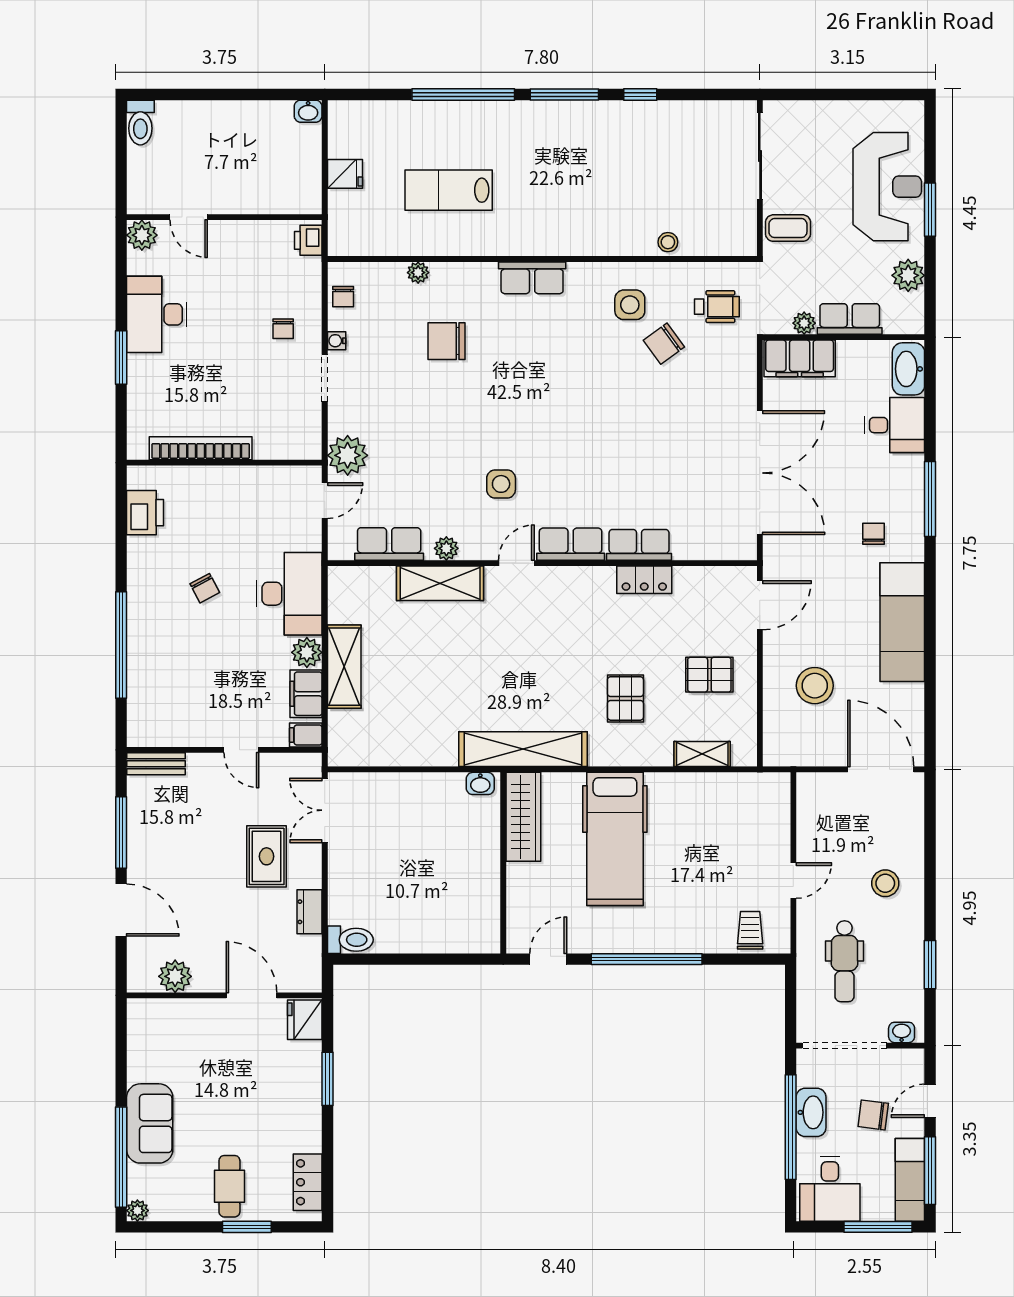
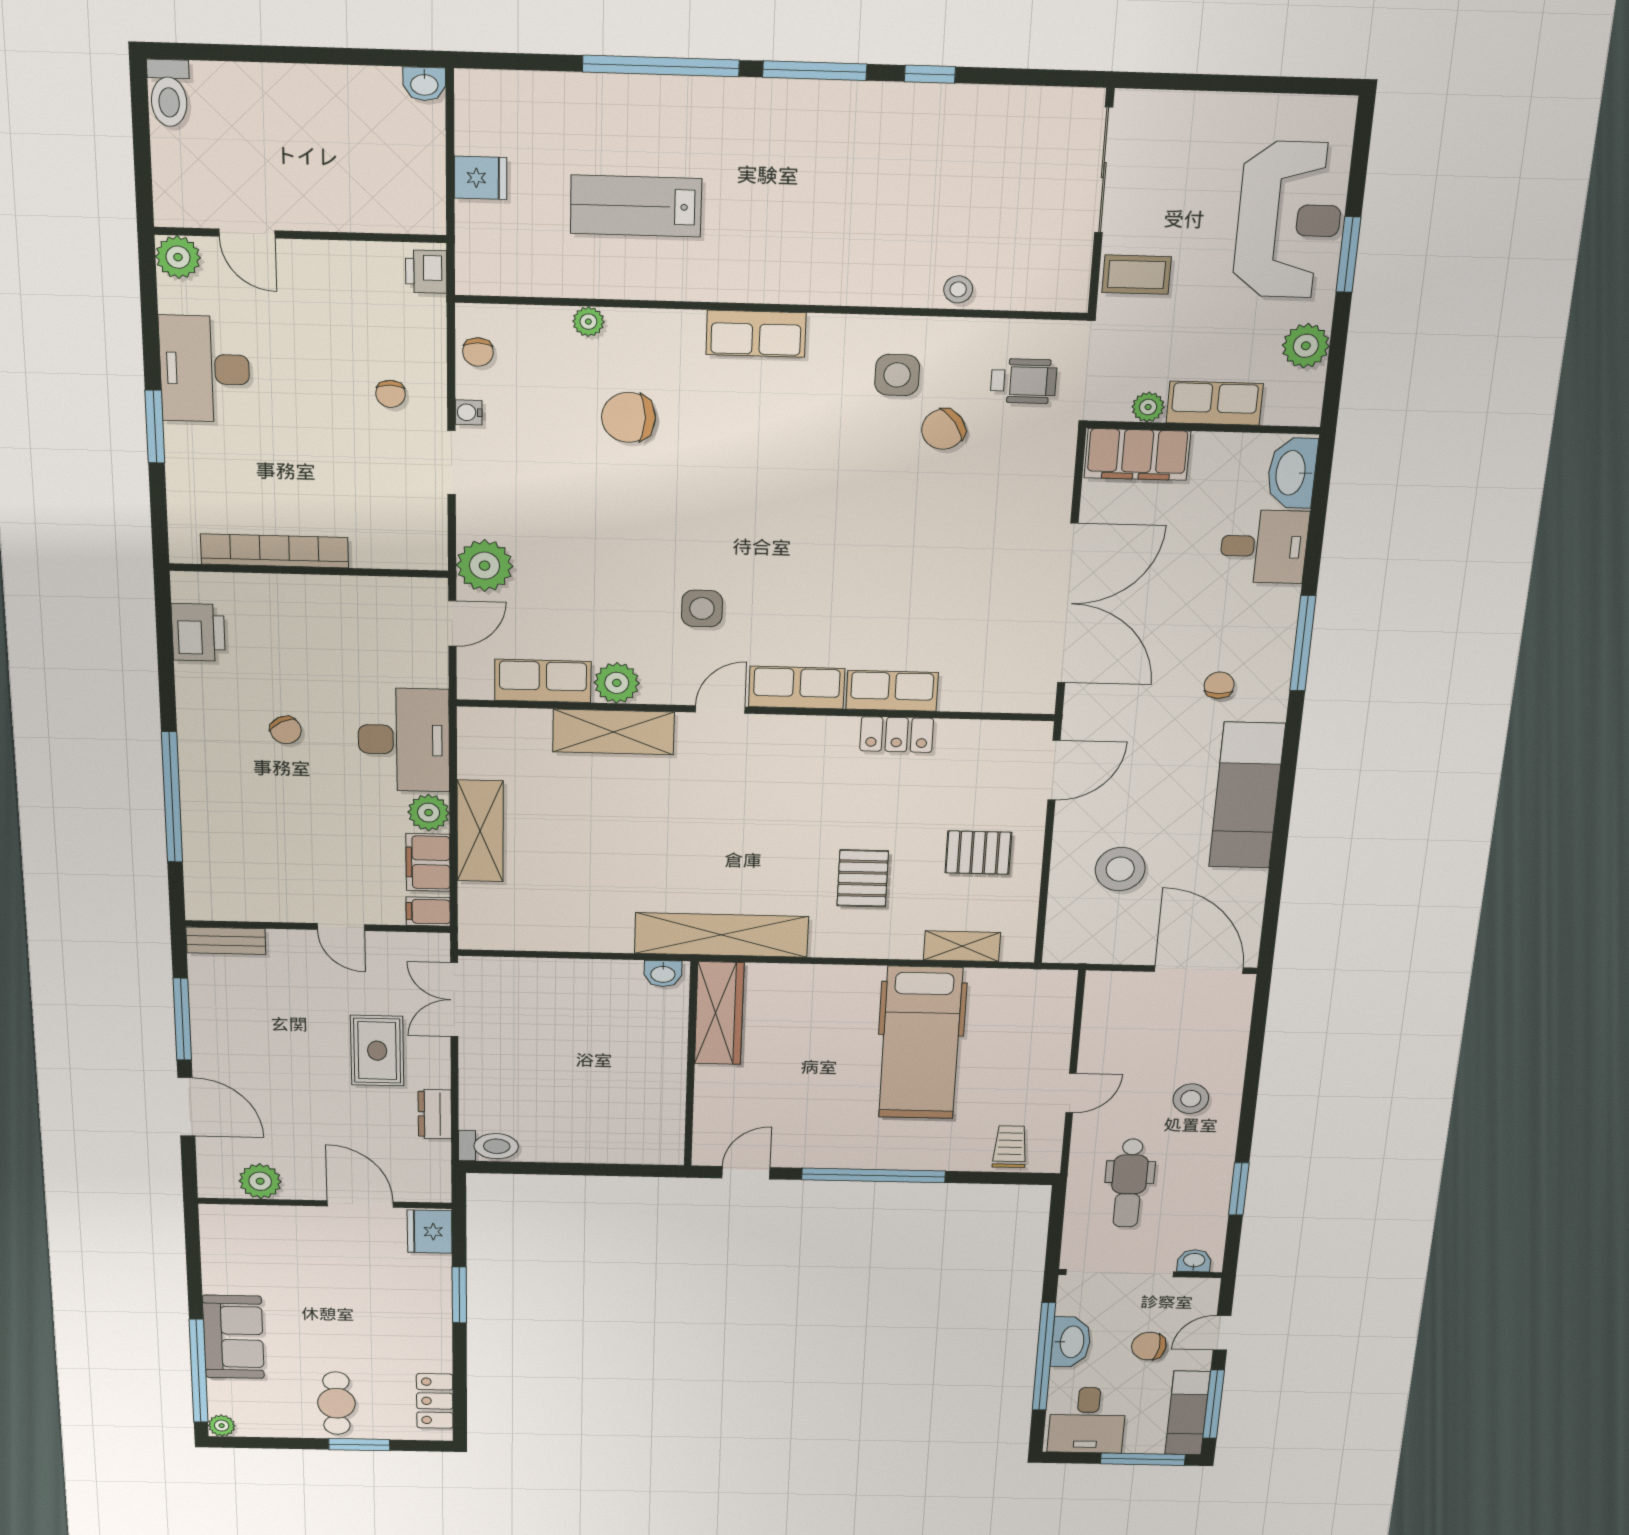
plant: (446, 548) -> (617, 683), width x1.38, depth x1.38
hospital bed: (615, 839) -> (921, 1043), moved

